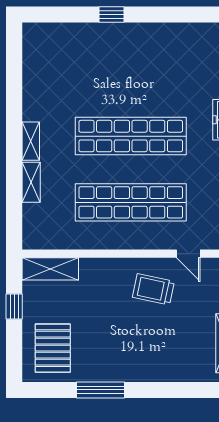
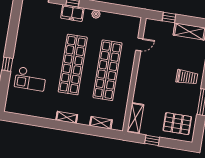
checkout: (91, 62) -> (30, 79), added
shelving: (31, 182) -> (101, 123), moved
trolley: (153, 289) -> (187, 77), moved, turned -102

